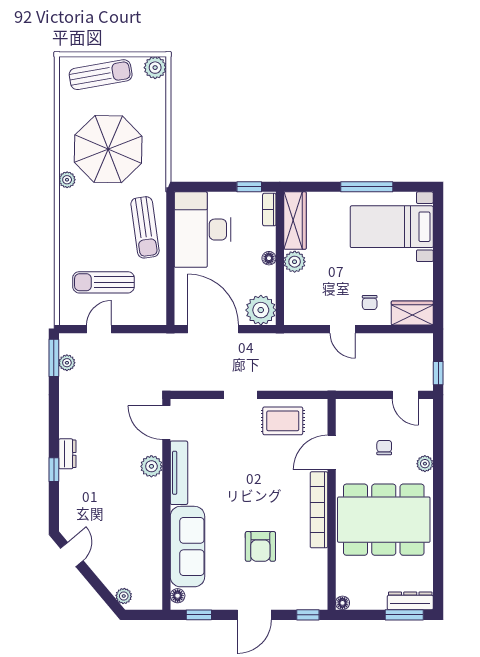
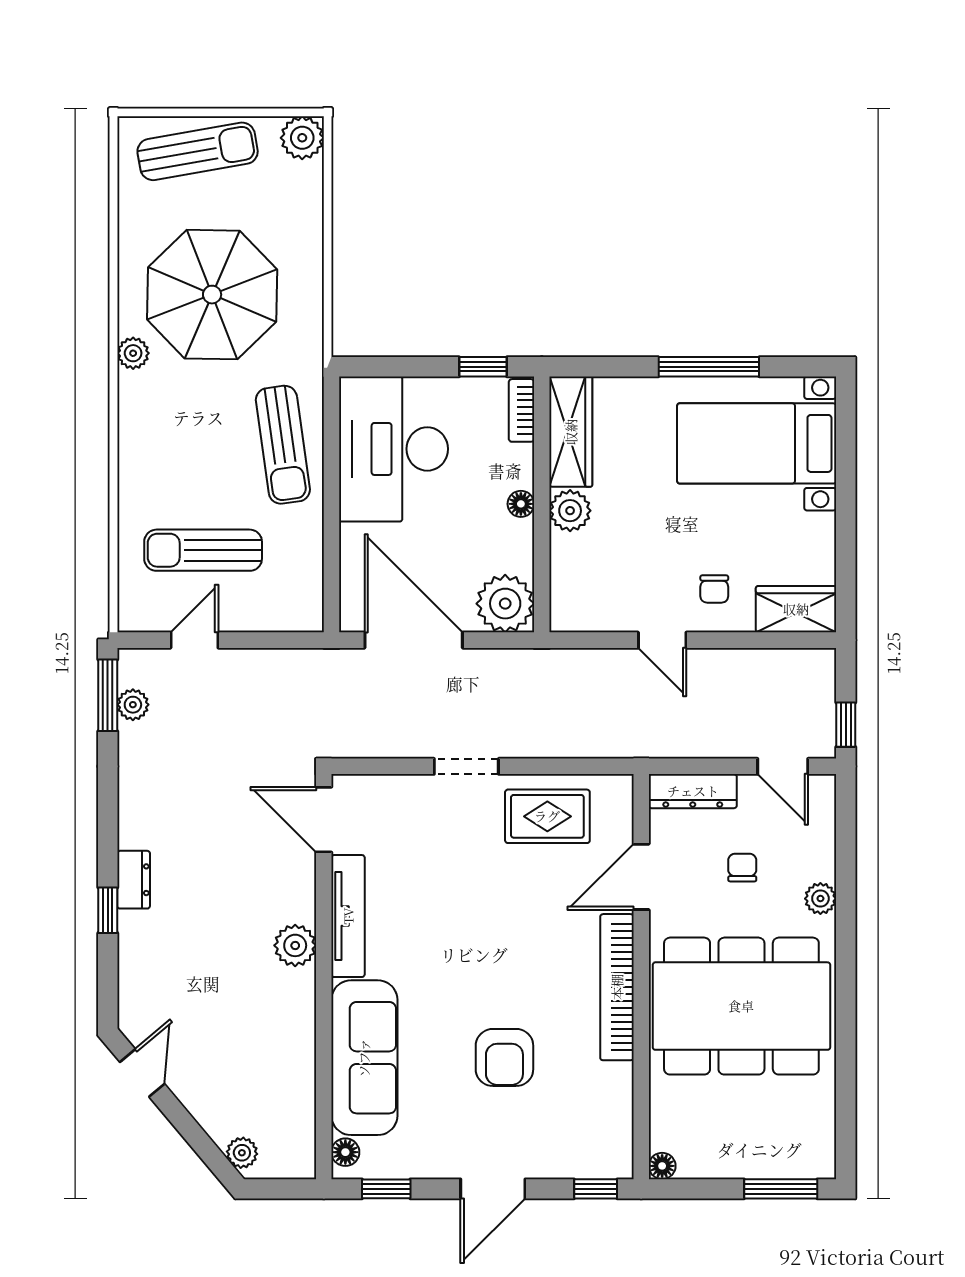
plant: (151, 466) -> (295, 945), moved
dresser: (410, 601) -> (693, 791), moved, turned 180

